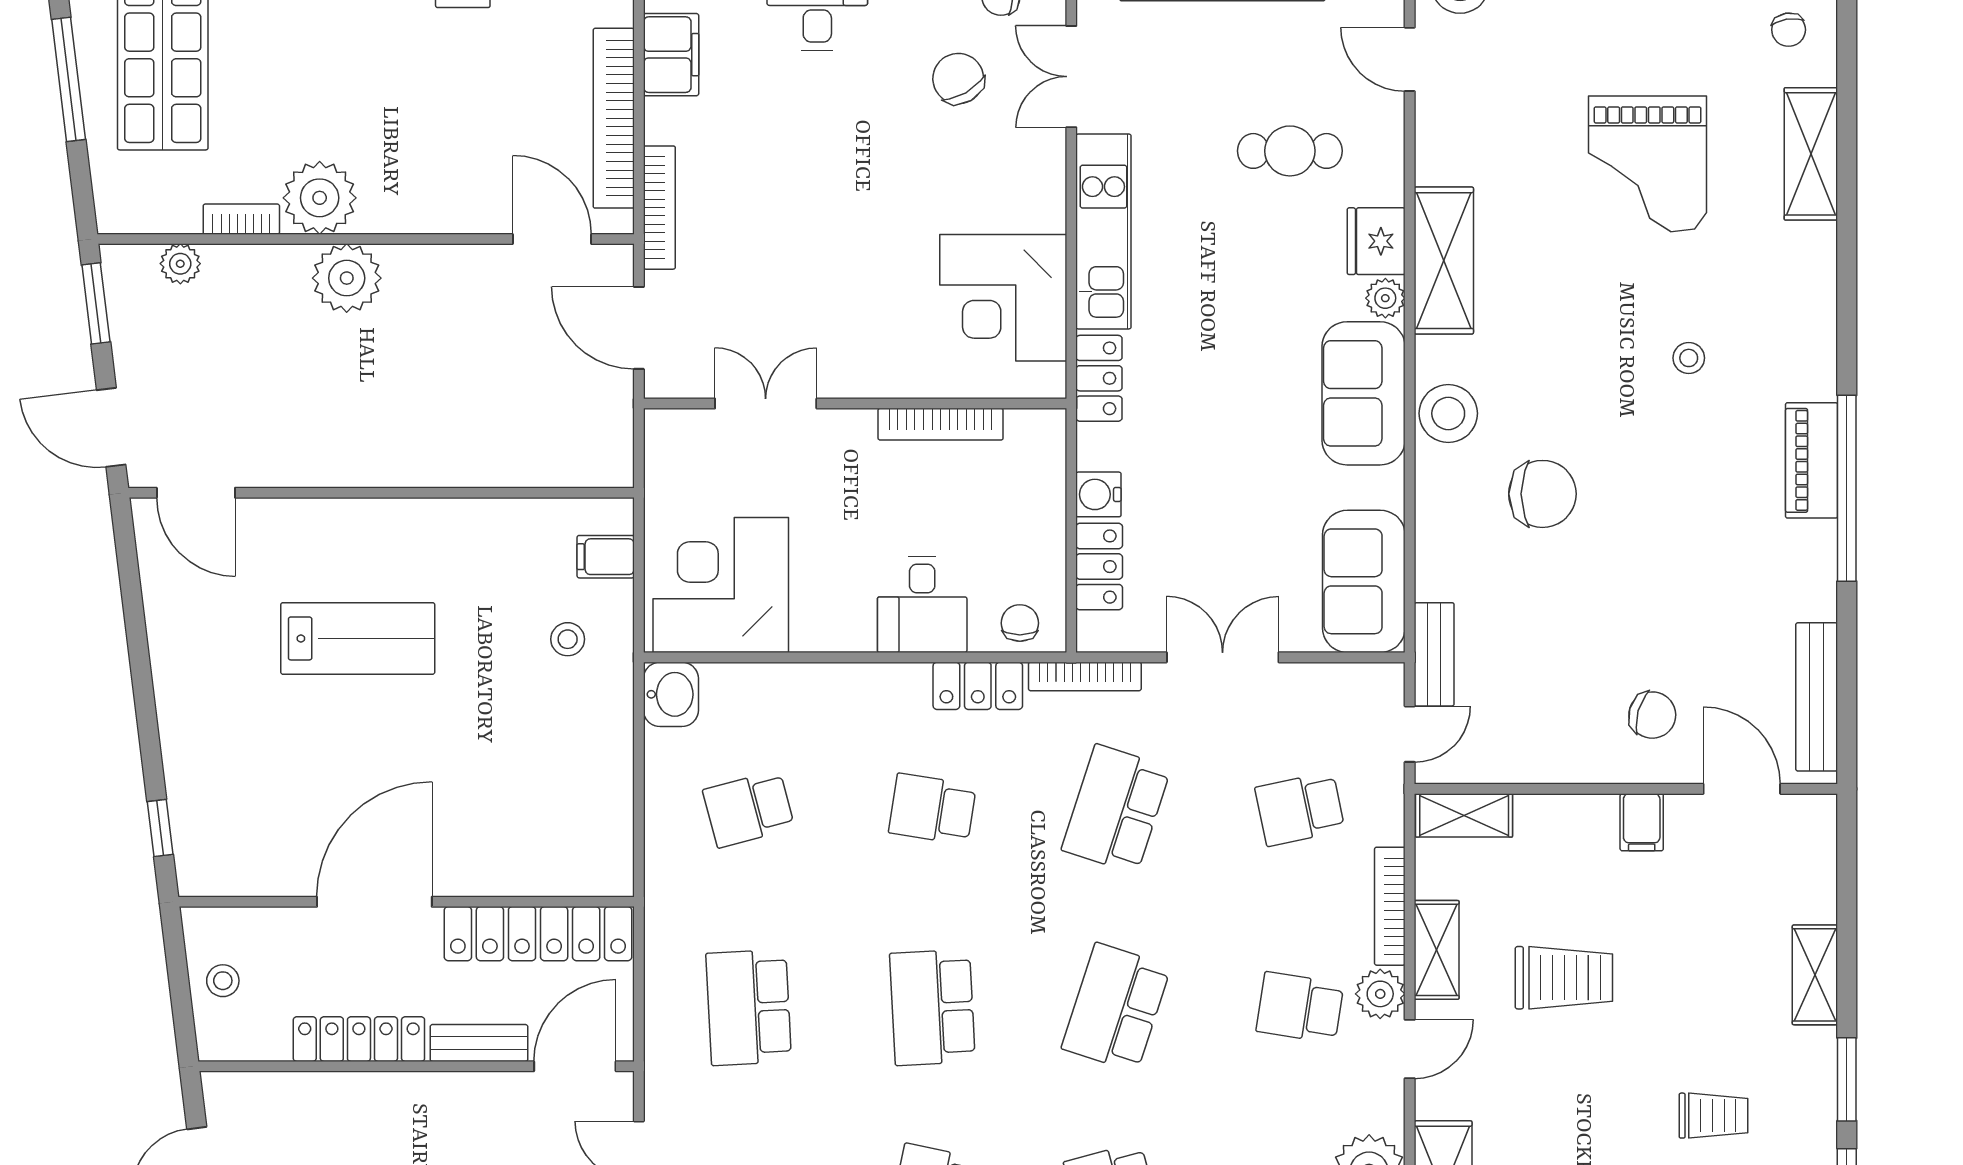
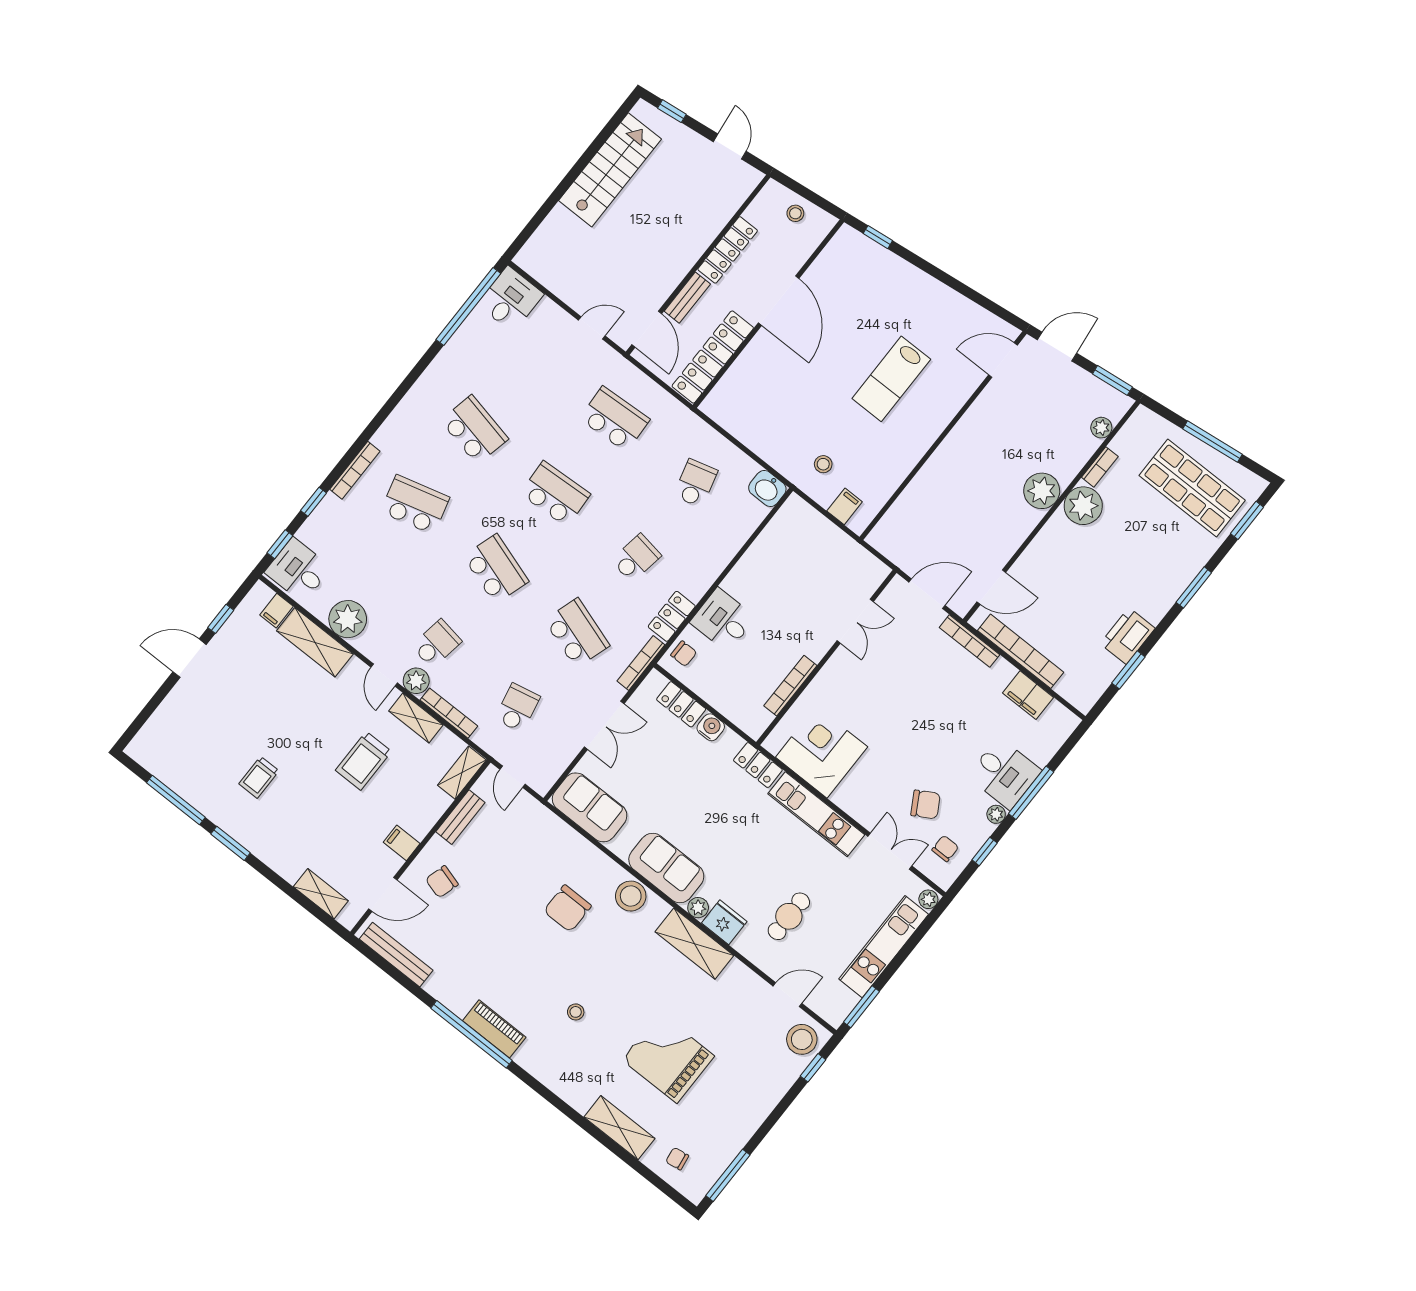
corner desk: (721, 585) -> (796, 544), removed
bench: (1434, 654) -> (460, 817), moved, turned 90
shelving: (1815, 975) -> (321, 894), moved

